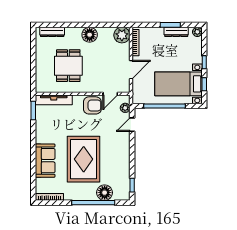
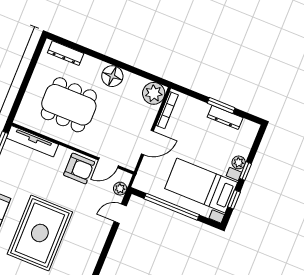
plant: (197, 32) -> (239, 162), moved
dining table: (68, 66) -> (69, 105), width x1.38

